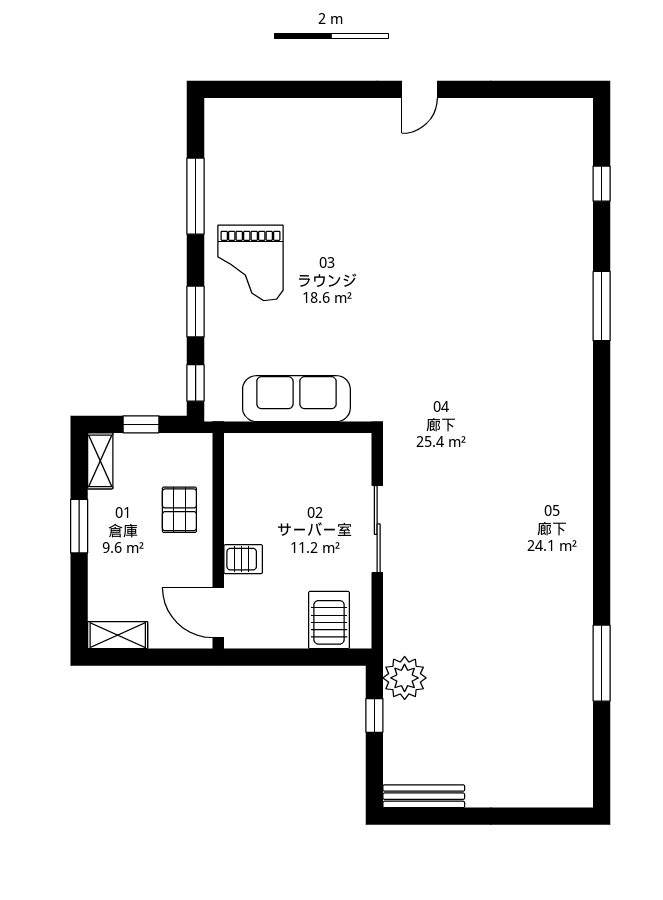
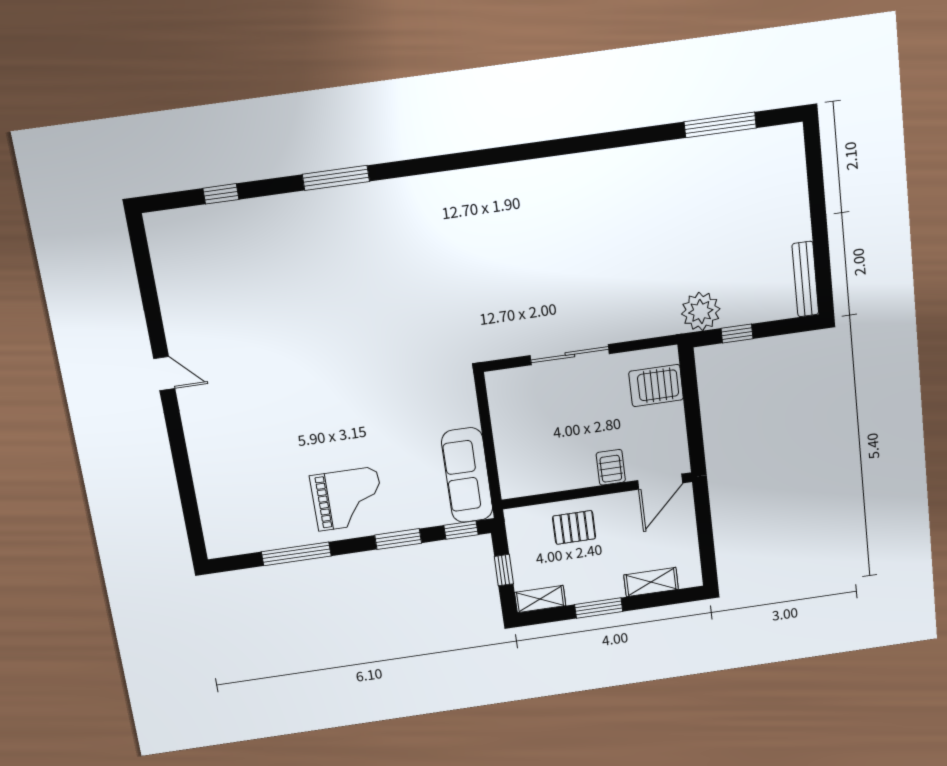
sofa: (296, 399) -> (467, 475), moved
shelving: (118, 635) -> (651, 582), moved, turned 90
window: (602, 663) -> (720, 125), moved

